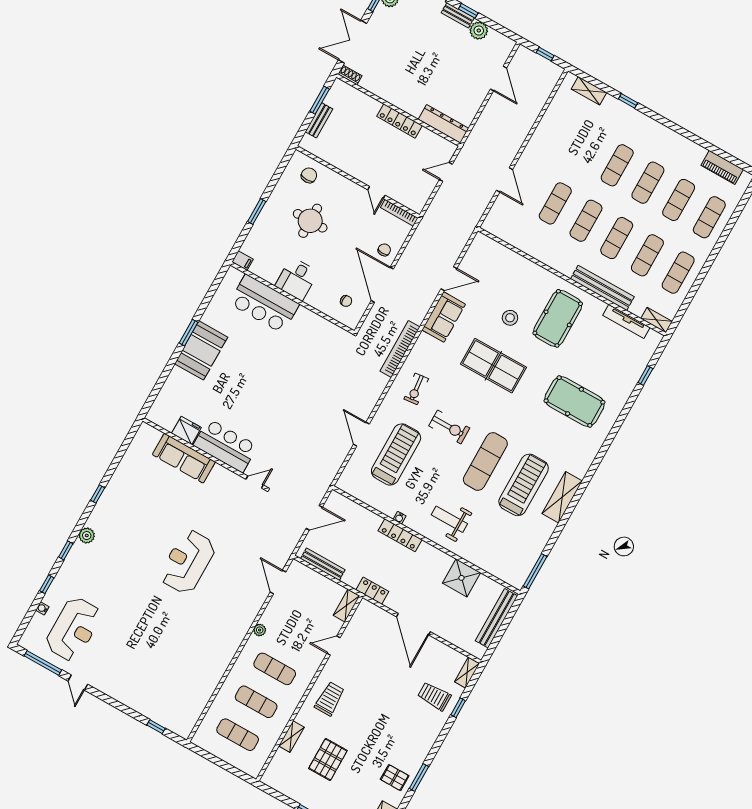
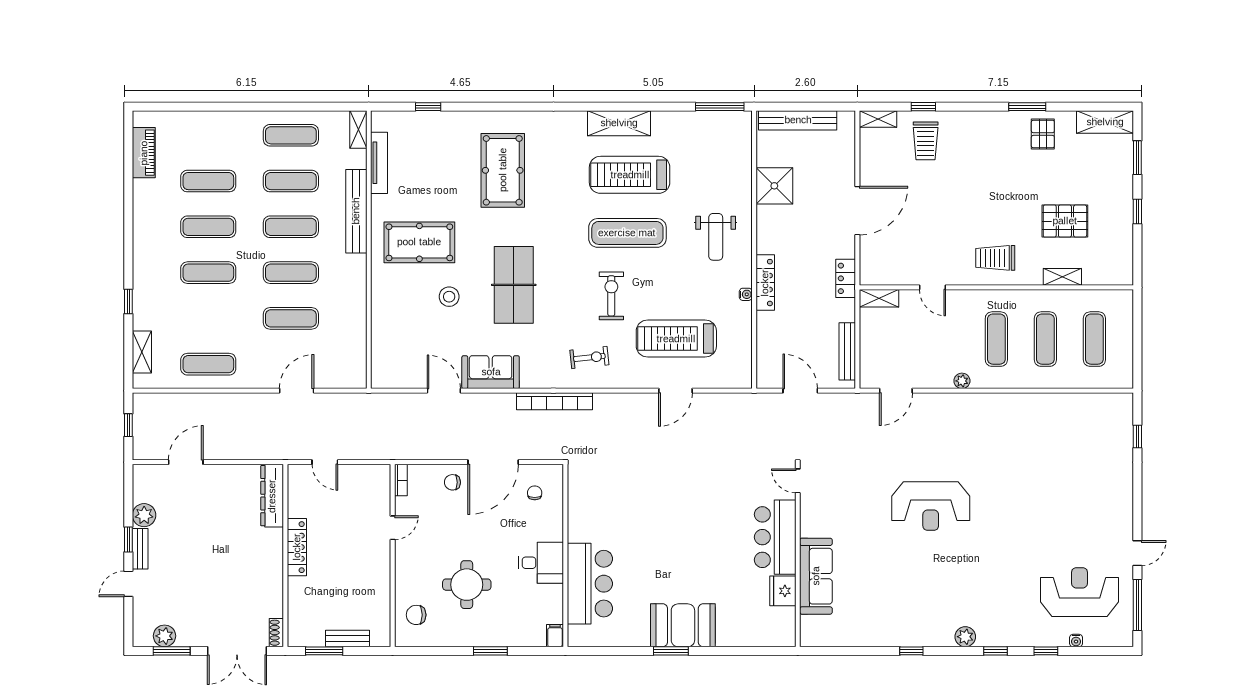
bookcase: (399, 213) -> (401, 480), width x0.64
exercise mat: (709, 217) -> (208, 364), moved

